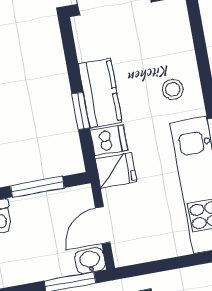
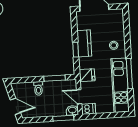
dishwasher: (109, 140) -> (88, 109), moved
door: (103, 225) -> (79, 97), hinge flipped

